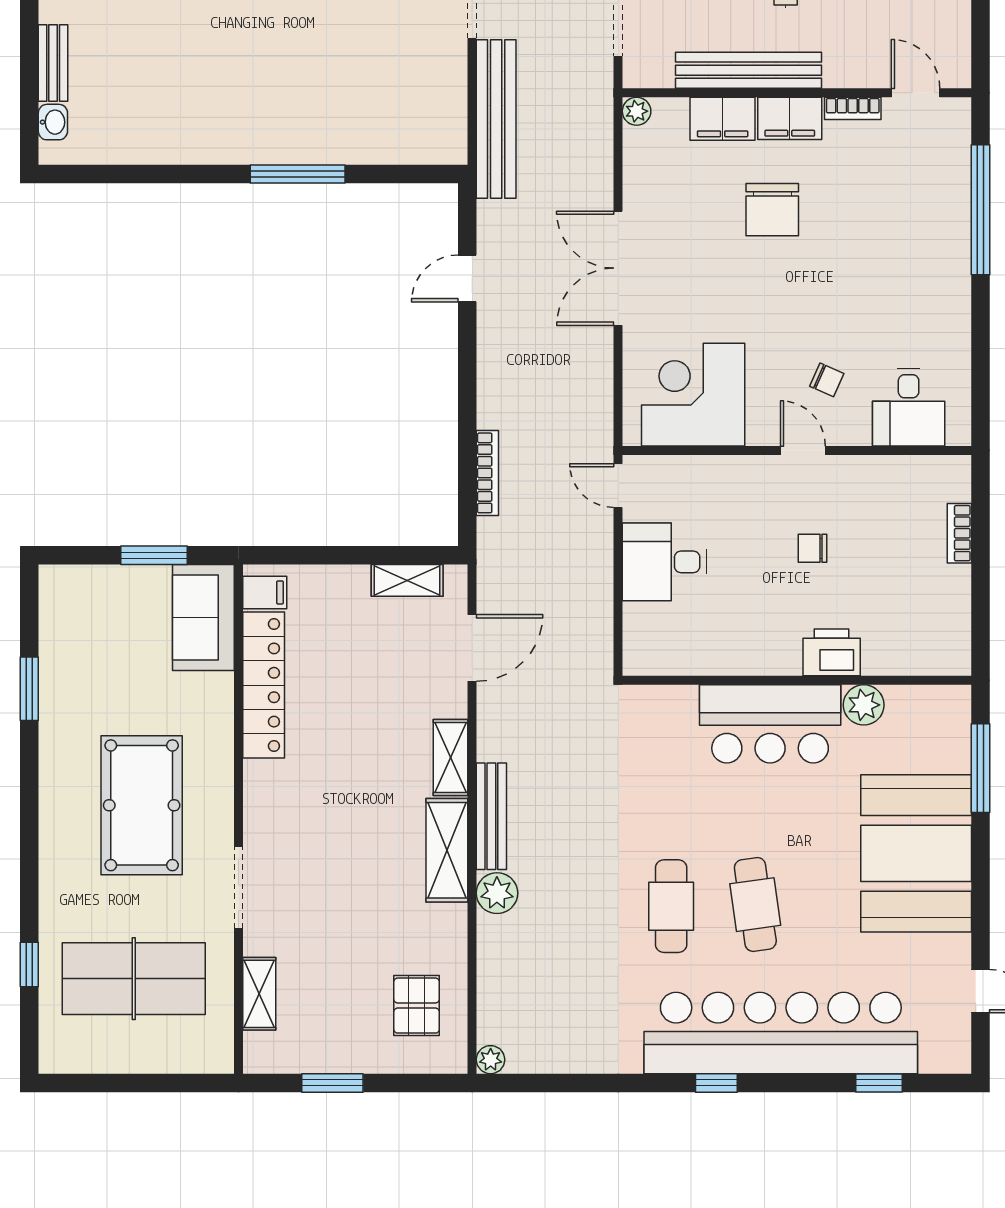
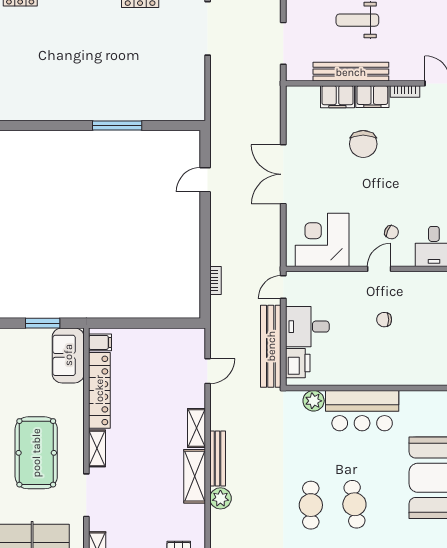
plant: (637, 111) -> (293, 93), removed
bench: (496, 119) -> (271, 346), moved
door: (803, 450) -> (379, 269), hinge flipped
bookcase: (487, 473) -> (215, 280), width x0.64
door: (618, 486) -> (283, 287), hinge flipped
shelving: (407, 580) -> (97, 448), moved, turned 90
door: (472, 648) -> (208, 371), width x0.73
printer: (832, 652) -> (298, 363), moved, turned 90
plant: (864, 705) -> (314, 401), moved

